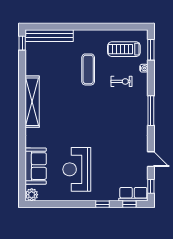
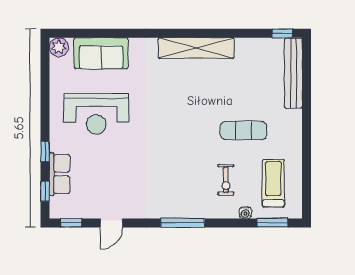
reception desk: (77, 169) -> (96, 114), turned 180
row of seats: (133, 194) -> (60, 174), moved

